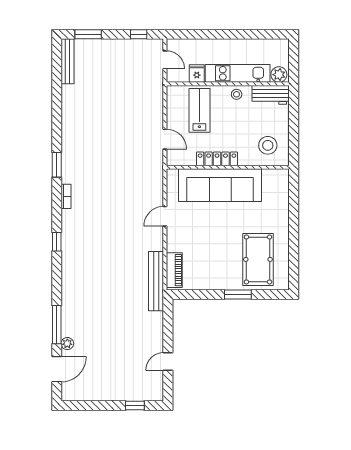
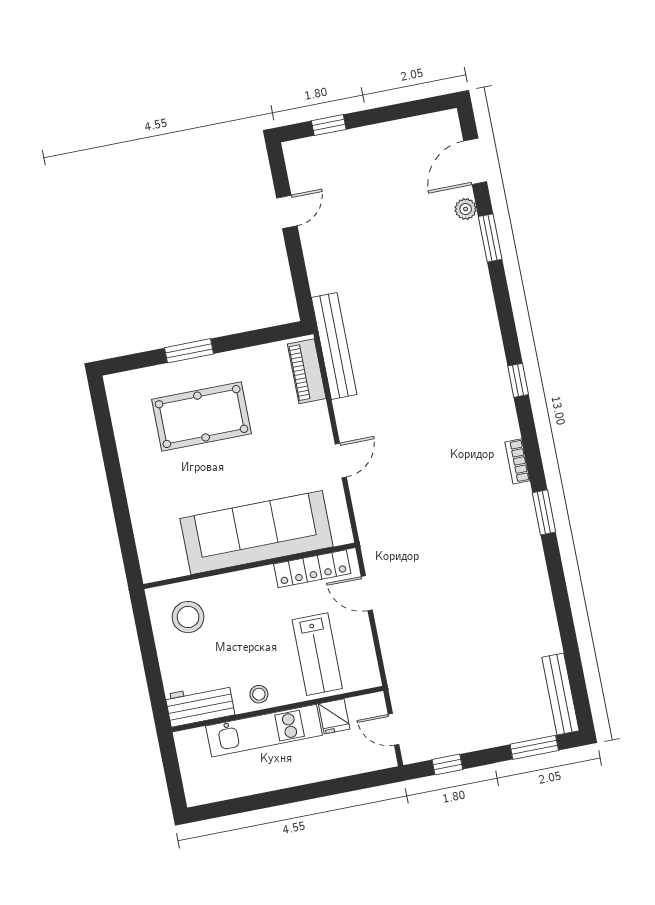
plant: (279, 75) -> (193, 742), removed
locker: (217, 159) -> (312, 569), moved
pool table: (258, 259) -> (202, 417), moved, turned 90
window: (57, 325) -> (490, 238), width x0.69

